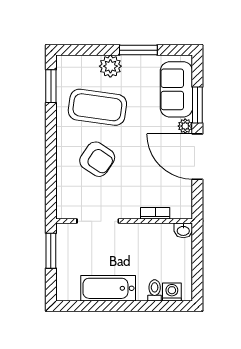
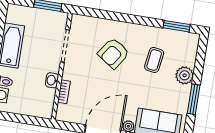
coffee table: (97, 107) -> (154, 60), width x0.54, depth x0.58
washbasin: (183, 230) -> (52, 80), moved

